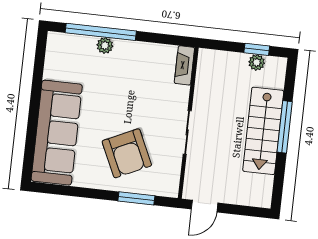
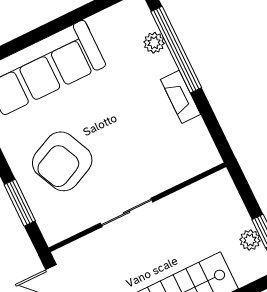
plant: (105, 46) -> (154, 43), moved
fireplace: (184, 65) -> (180, 97), moved, turned -90

